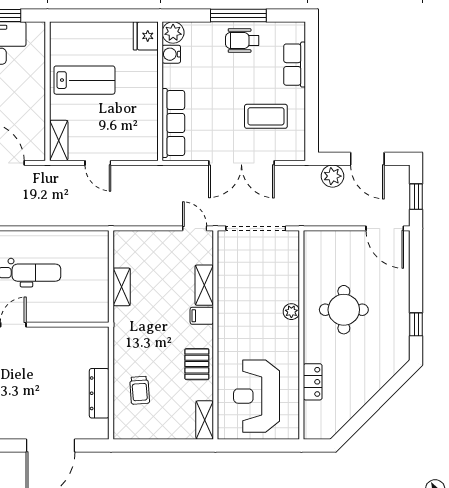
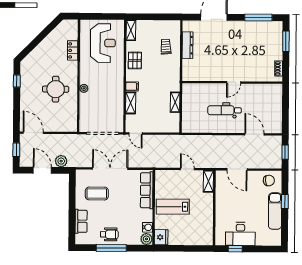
lab bench: (84, 80) -> (173, 207), moved

